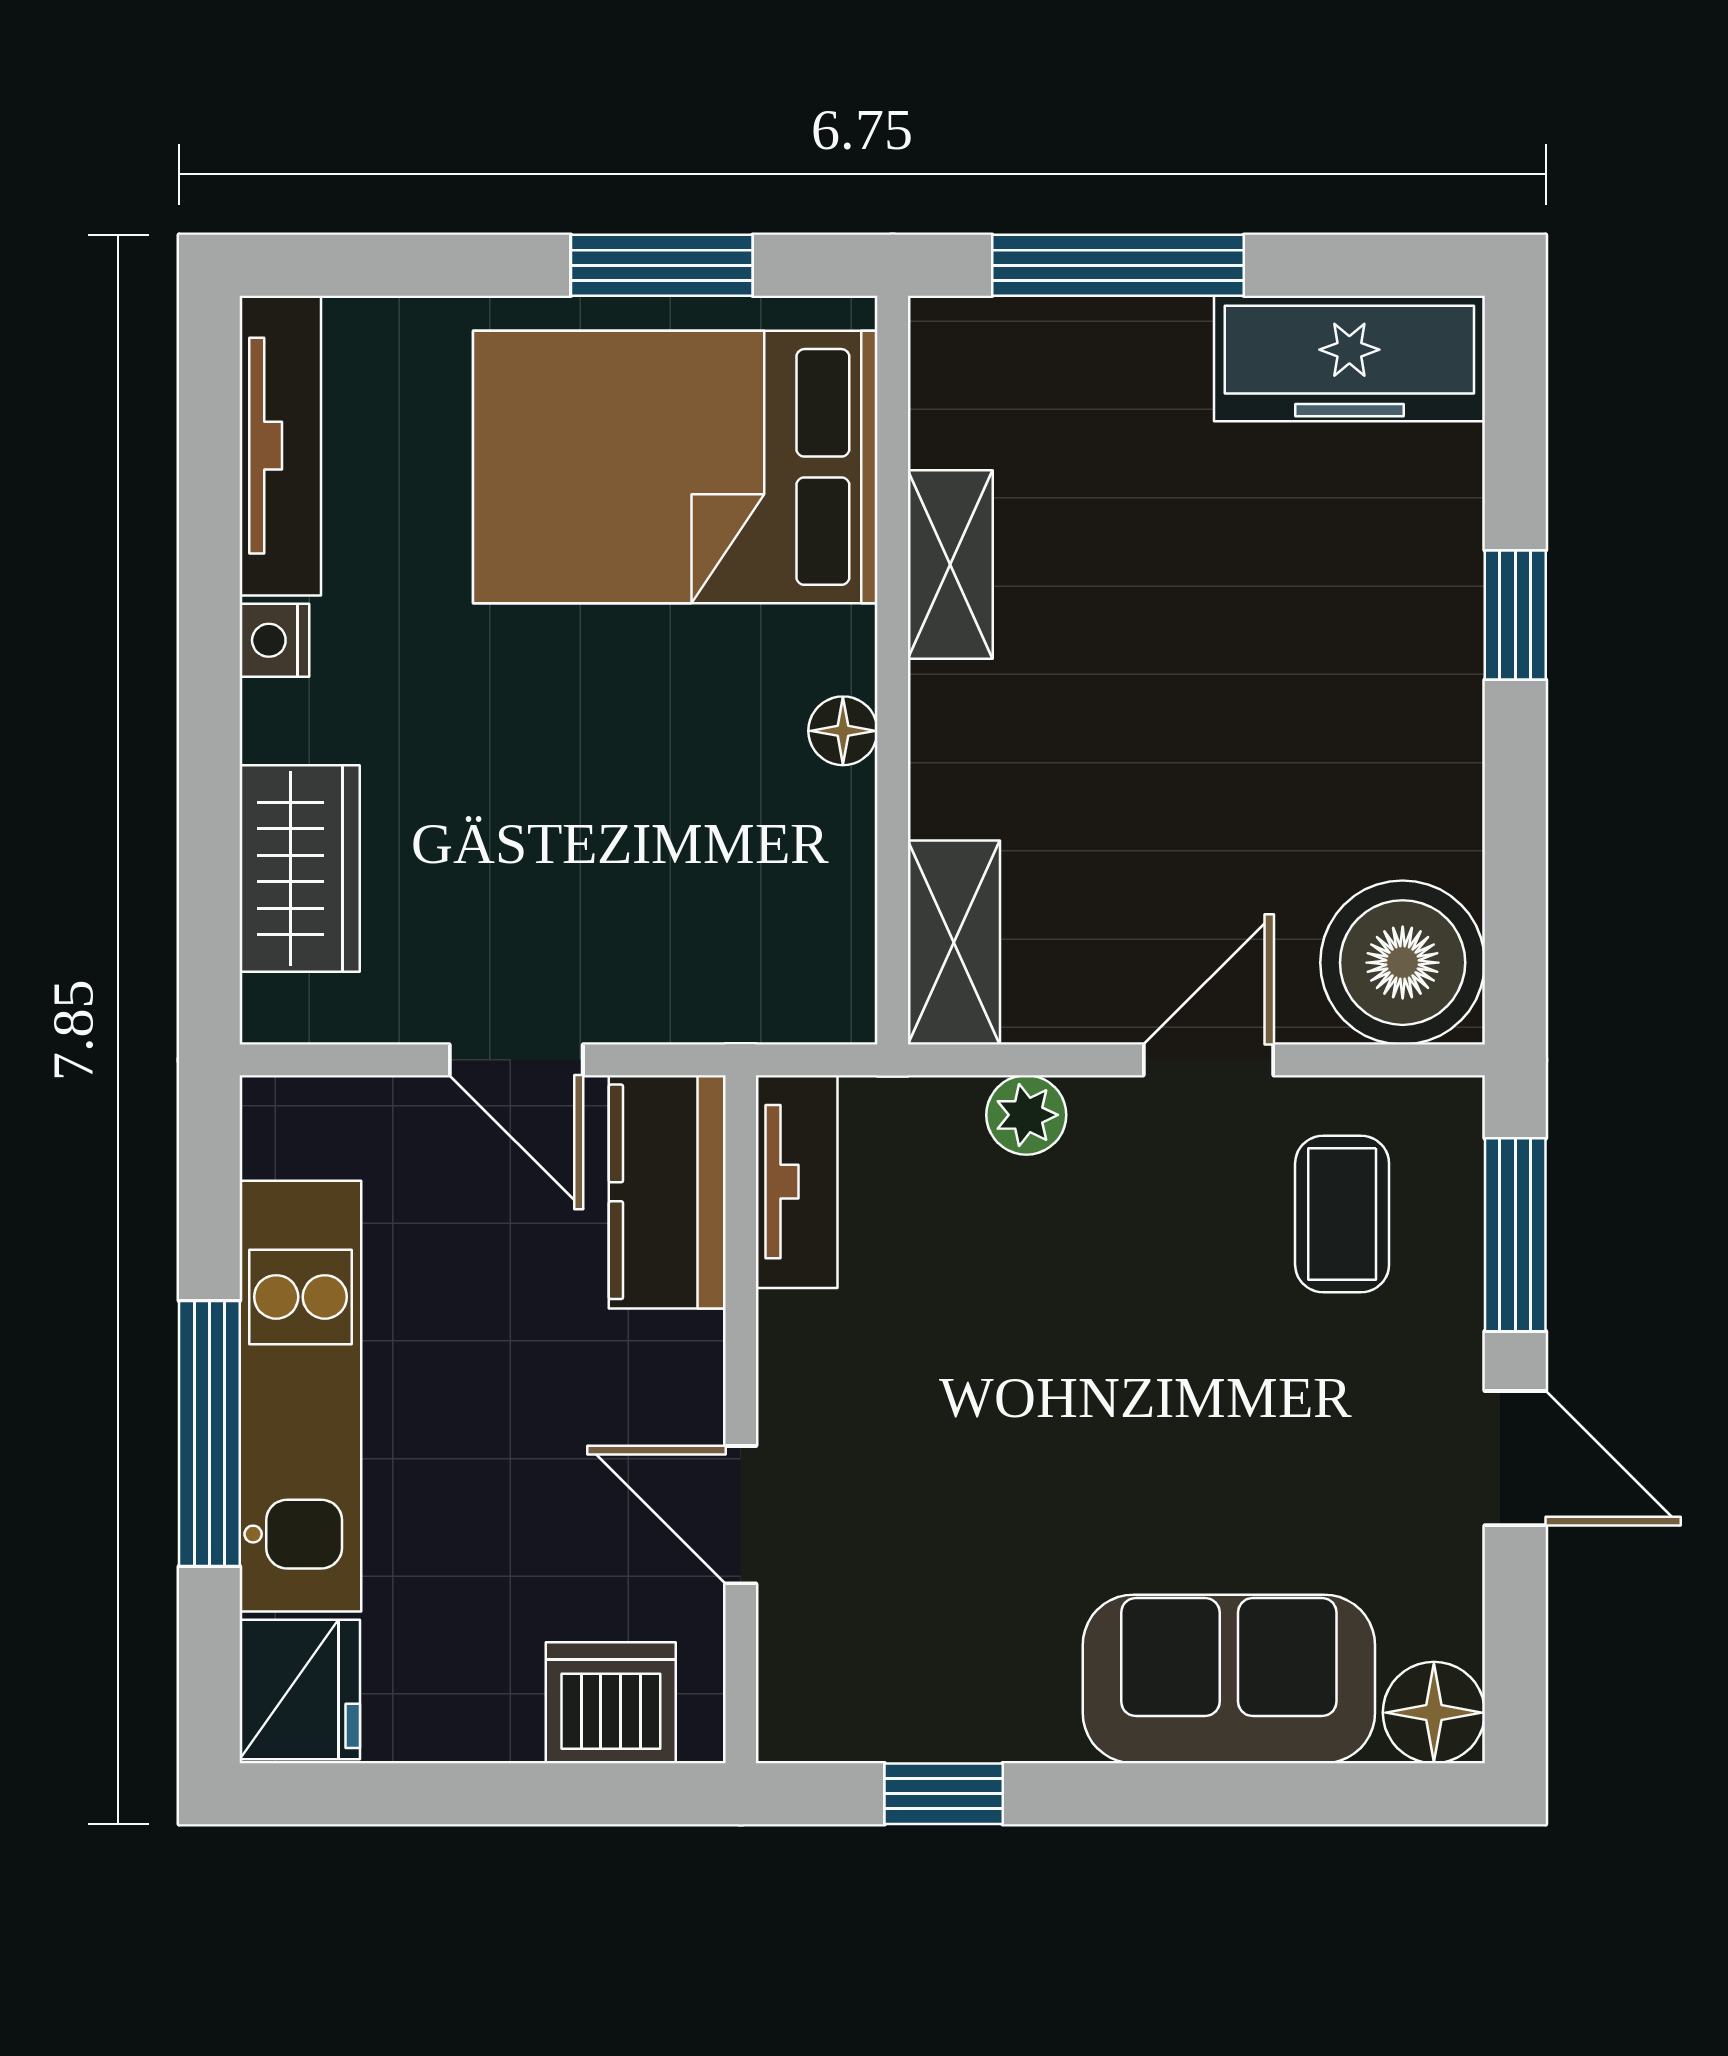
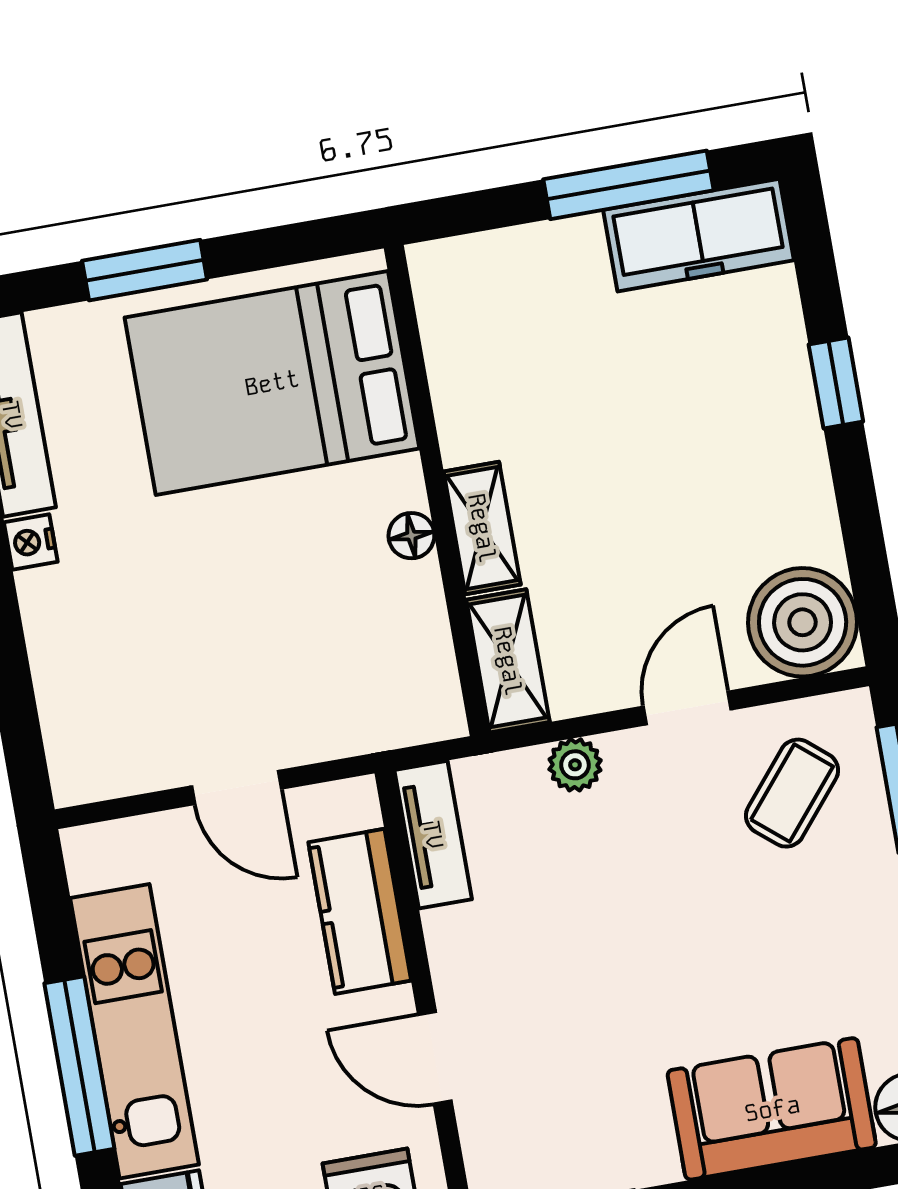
window: (662, 265) -> (145, 270), moved
window: (1118, 265) -> (628, 185), moved
shelving: (950, 564) -> (482, 528), moved
wardrobe: (300, 869) -> (73, 688), removed
kitchen counter: (667, 1192) -> (360, 911), moved
coffee table: (1342, 1214) -> (792, 793), turned 40

